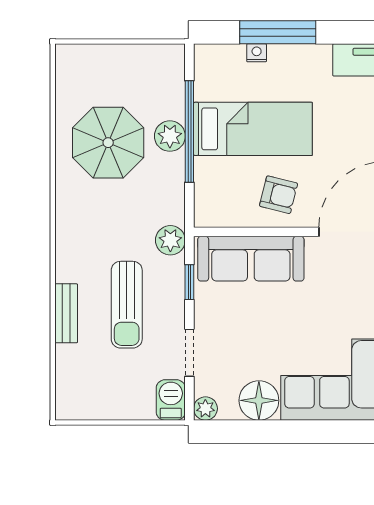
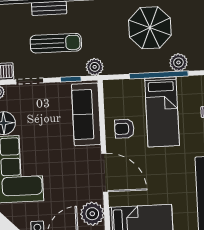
plant: (170, 136) -> (178, 62), moved
armchair: (279, 195) -> (124, 129), turned 76
sun lounger: (127, 305) -> (56, 43), turned 180

